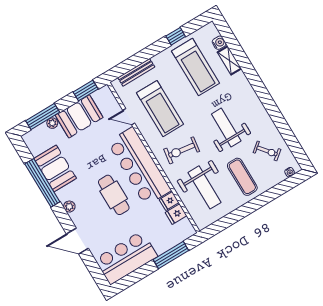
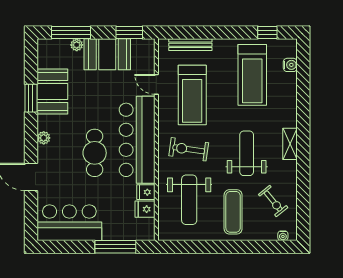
window: (176, 36) -> (267, 33), moved
shelving: (229, 60) -> (290, 144), moved
window: (42, 183) -> (31, 98), width x0.47

